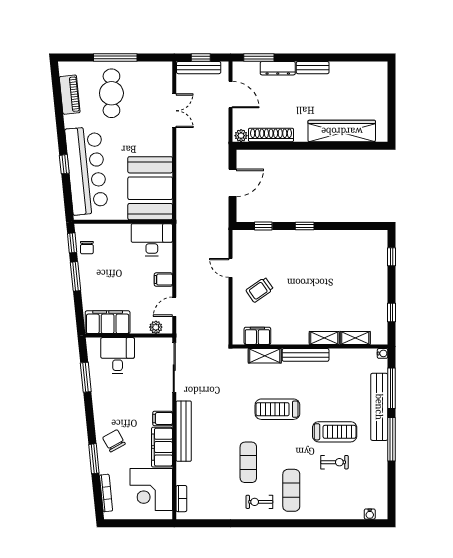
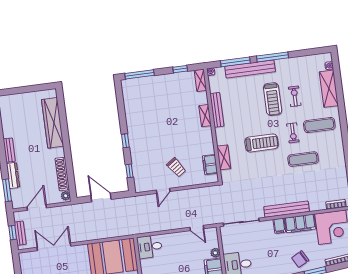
bench: (199, 68) -> (20, 233), width x0.73
double door: (174, 111) -> (54, 247), width x1.37
desk: (152, 240) -> (150, 247), width x0.73
window: (391, 257) -> (140, 74), width x2.17
filing cabinet: (163, 280) -> (178, 239), removed
plant: (156, 327) -> (215, 253), moved
shelving: (355, 338) -> (200, 80), moved
bench: (306, 355) -> (217, 110), moved
treadmill: (277, 409) -> (262, 143), turned -90
treadmill: (335, 432) -> (273, 99), turned 180
exercise bike: (259, 502) -> (293, 133), moved
shelving: (339, 509) -> (329, 89), added

